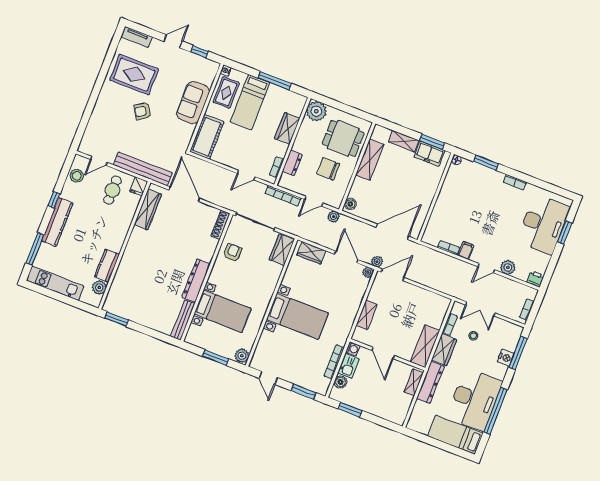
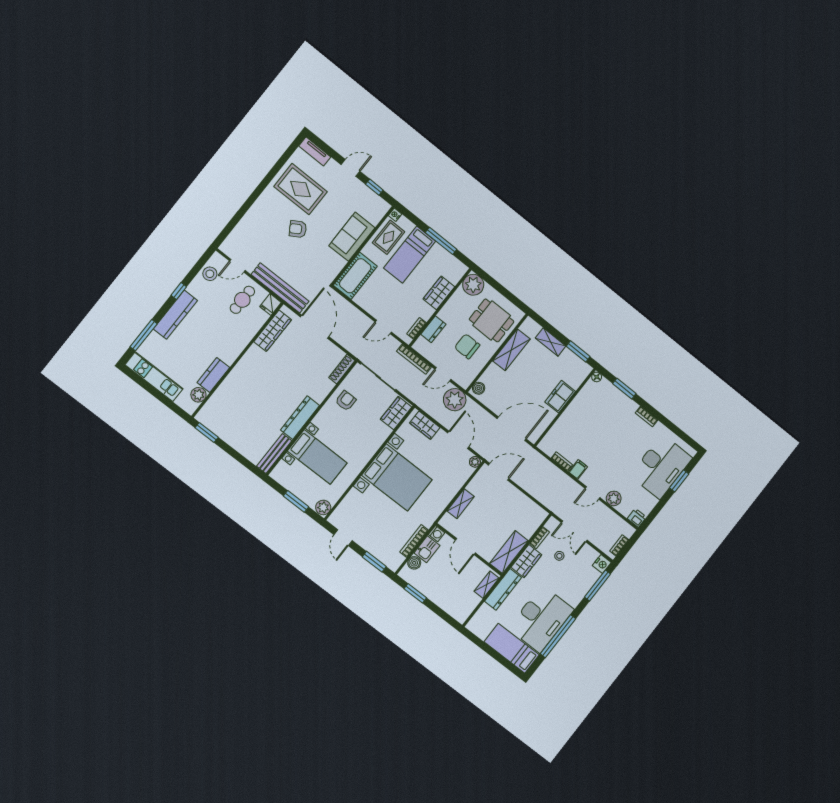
freezer: (429, 154) -> (560, 397), moved, turned 90
plant: (333, 216) -> (455, 400), width x1.88, depth x1.88
plant: (377, 262) -> (487, 454), removed
bed with nightstands: (297, 316) -> (397, 477), width x1.36
nightstand: (506, 358) -> (602, 564), moved

